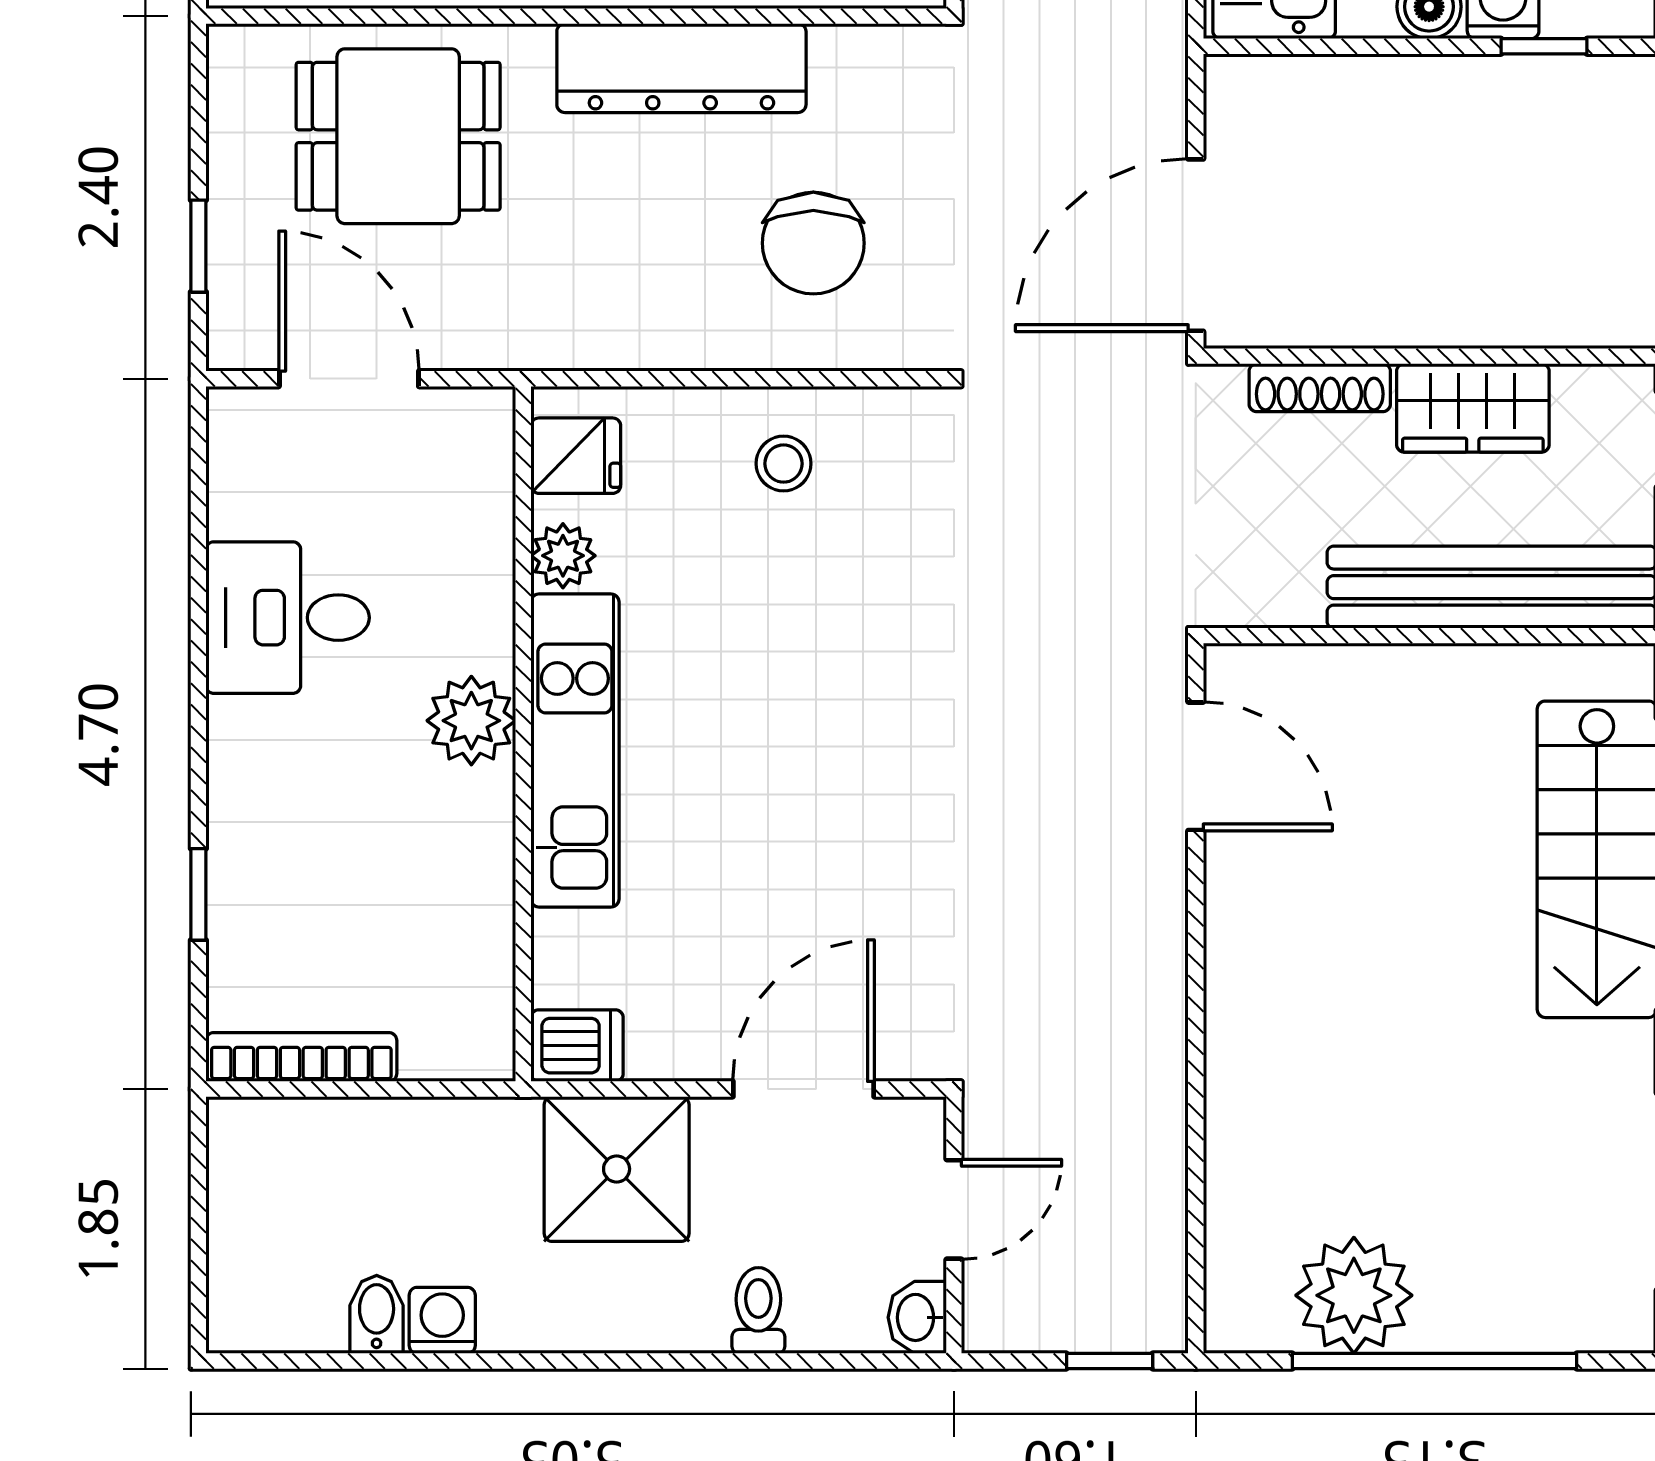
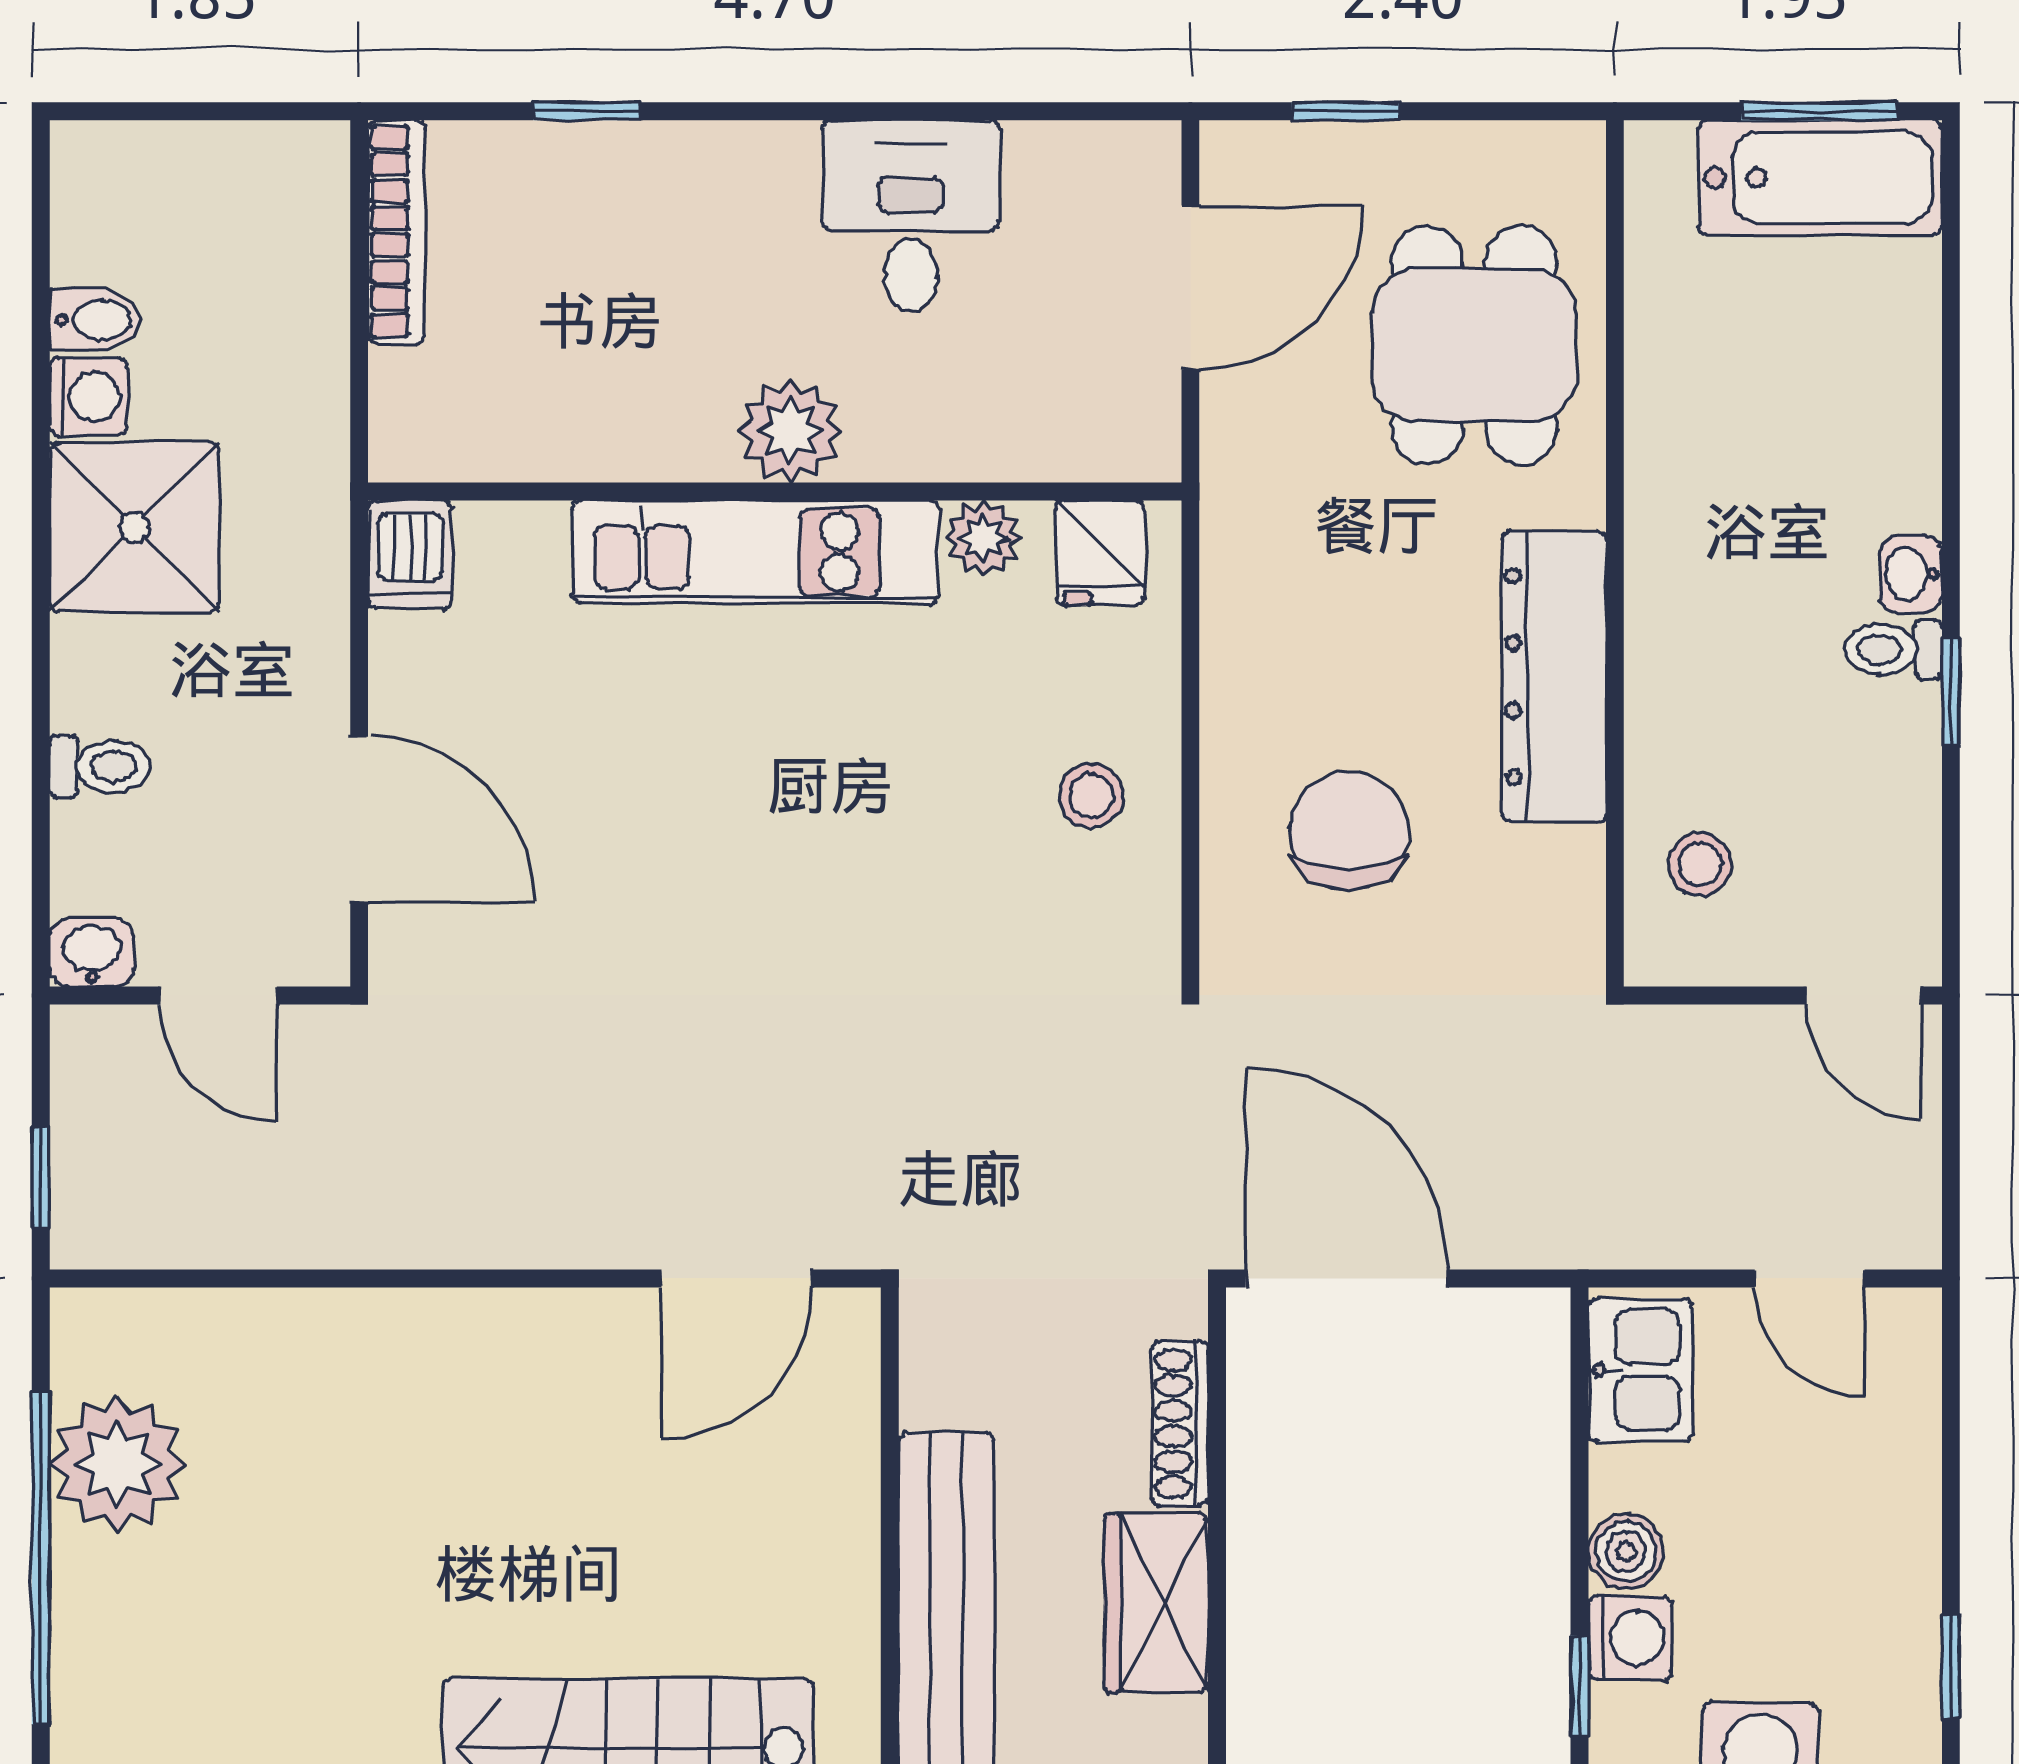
chair: (813, 243) -> (1349, 831), turned 90
shower: (617, 1169) -> (134, 527), moved

